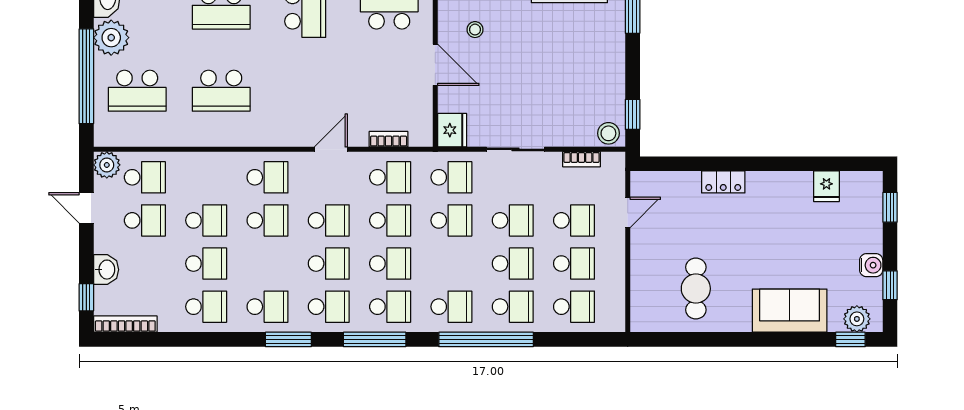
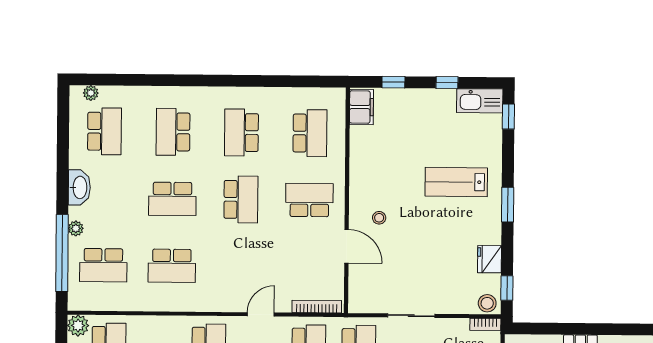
plant: (111, 38) -> (76, 228), width x0.53, depth x0.53
fridge: (452, 130) -> (489, 259), moved, turned 180
bookcase: (389, 139) -> (317, 307), width x1.56
bookcase: (582, 159) -> (485, 324), moved

